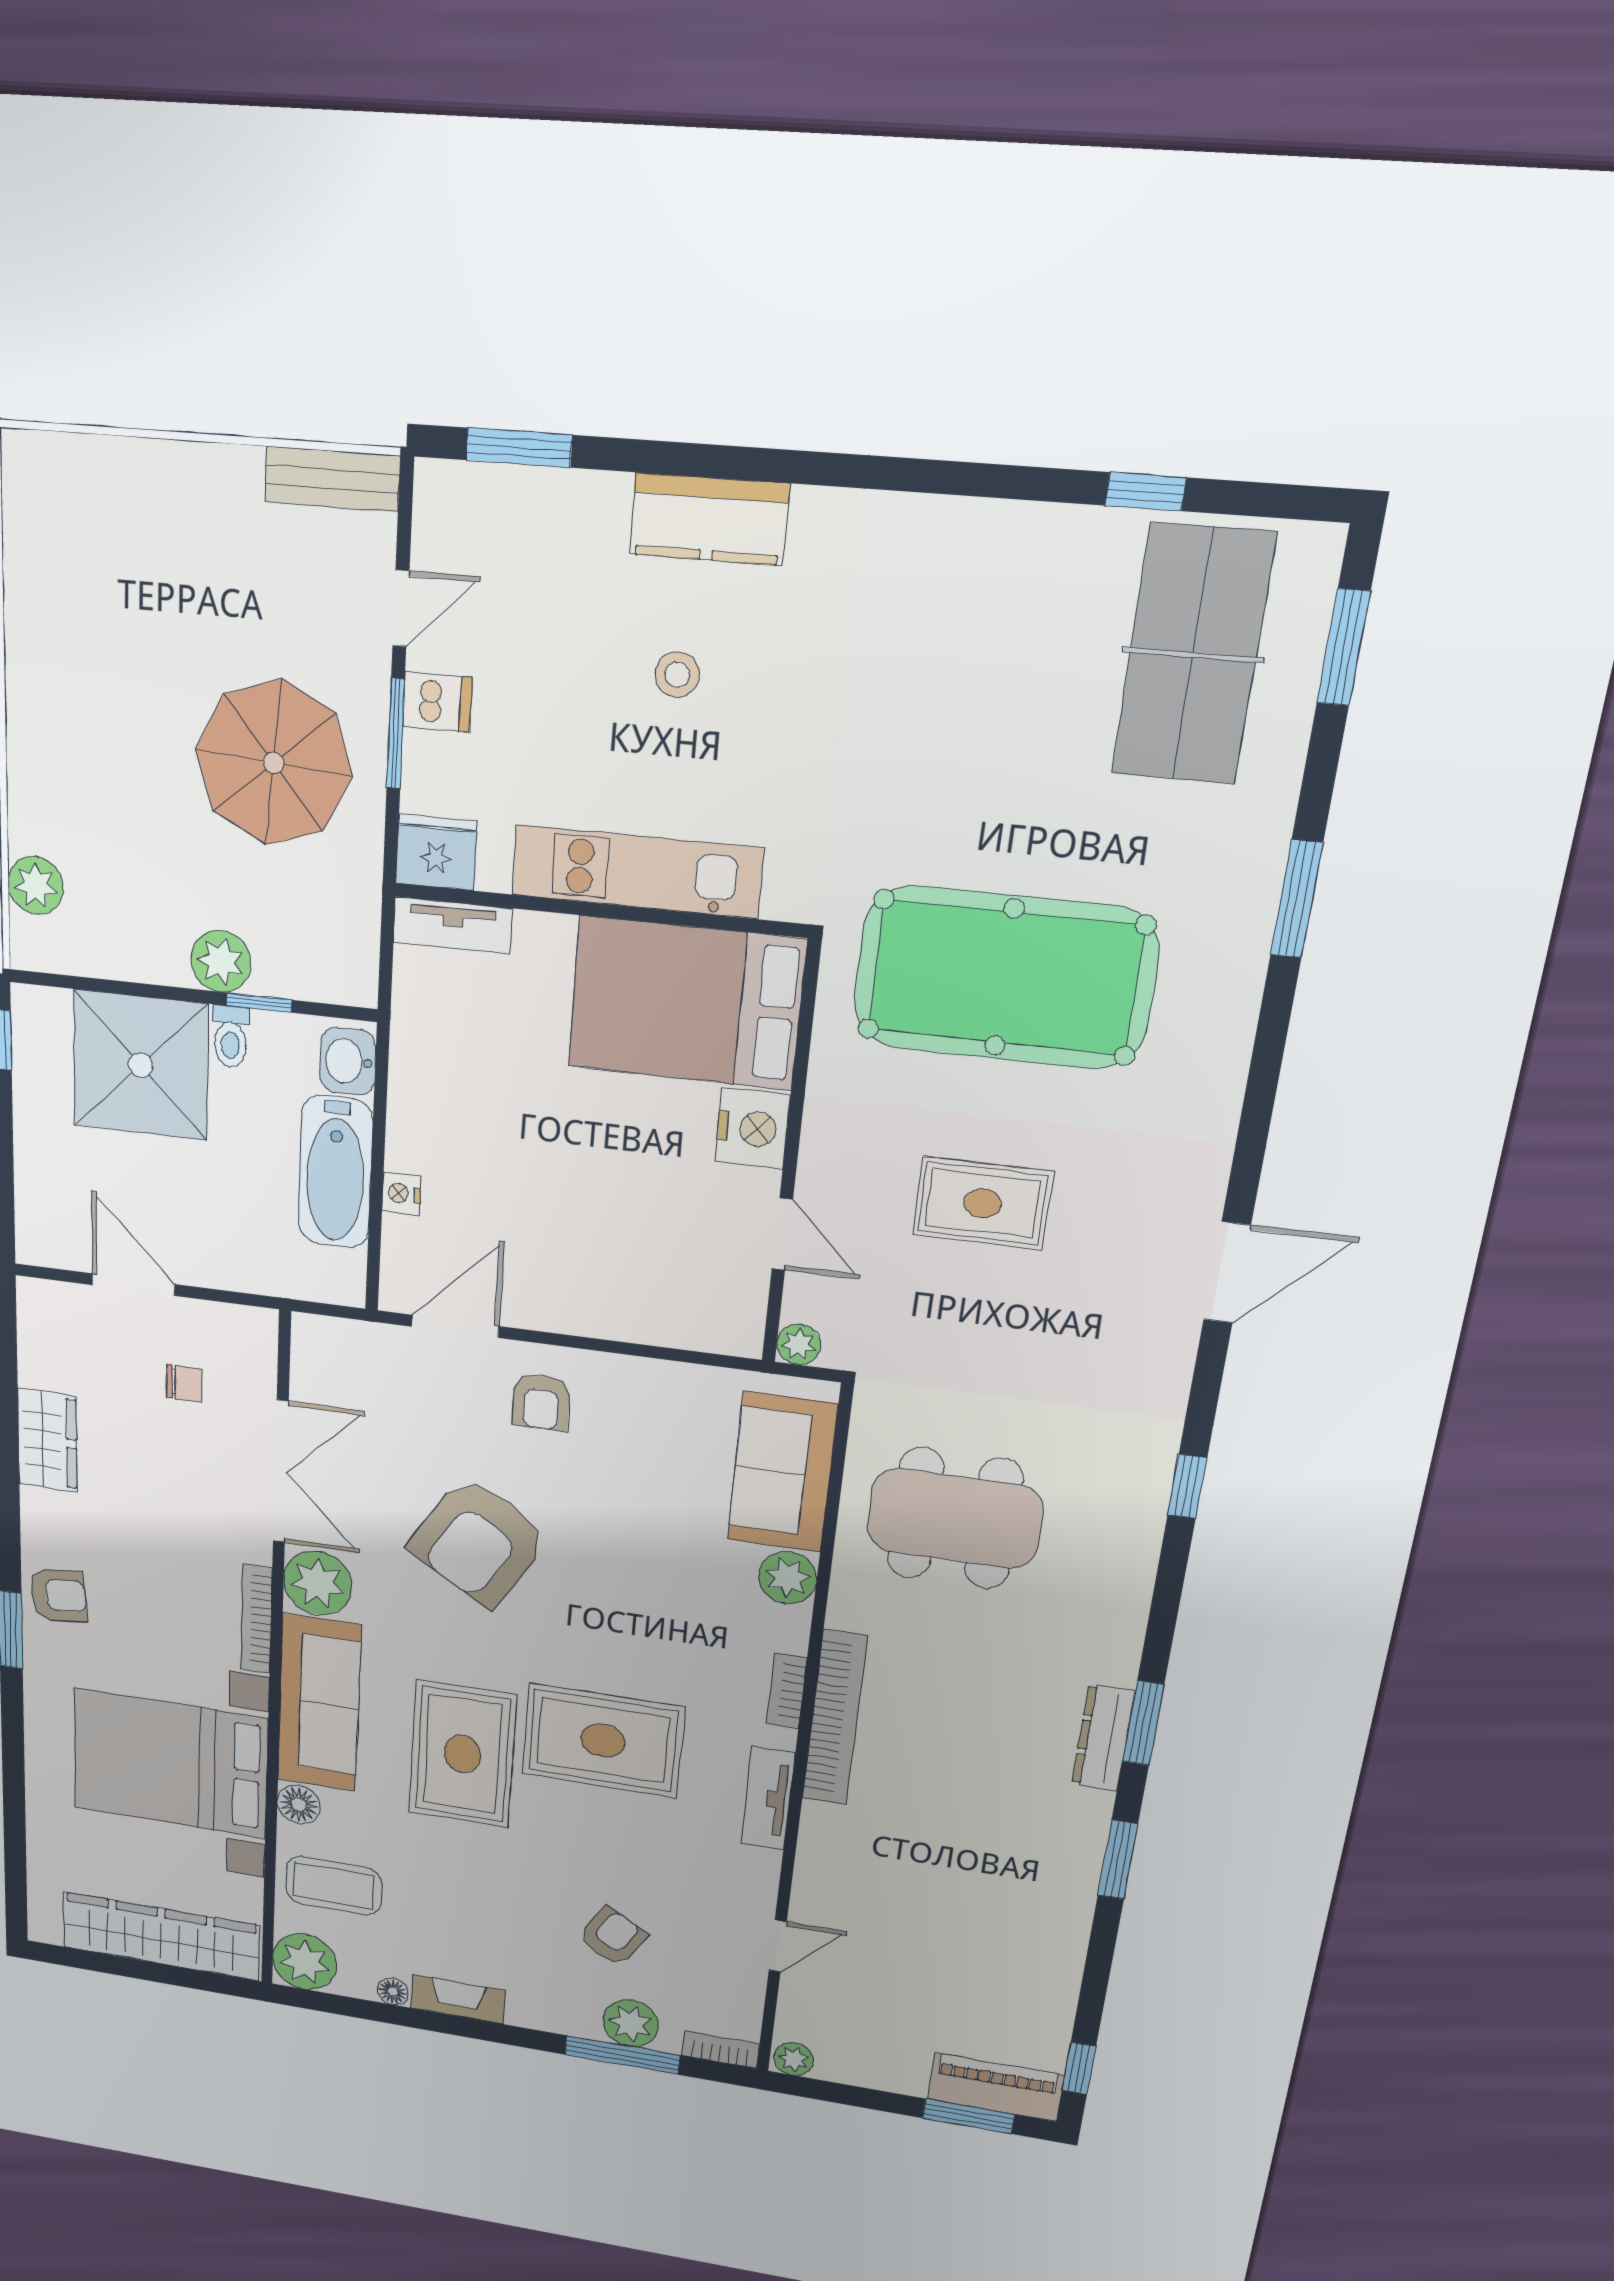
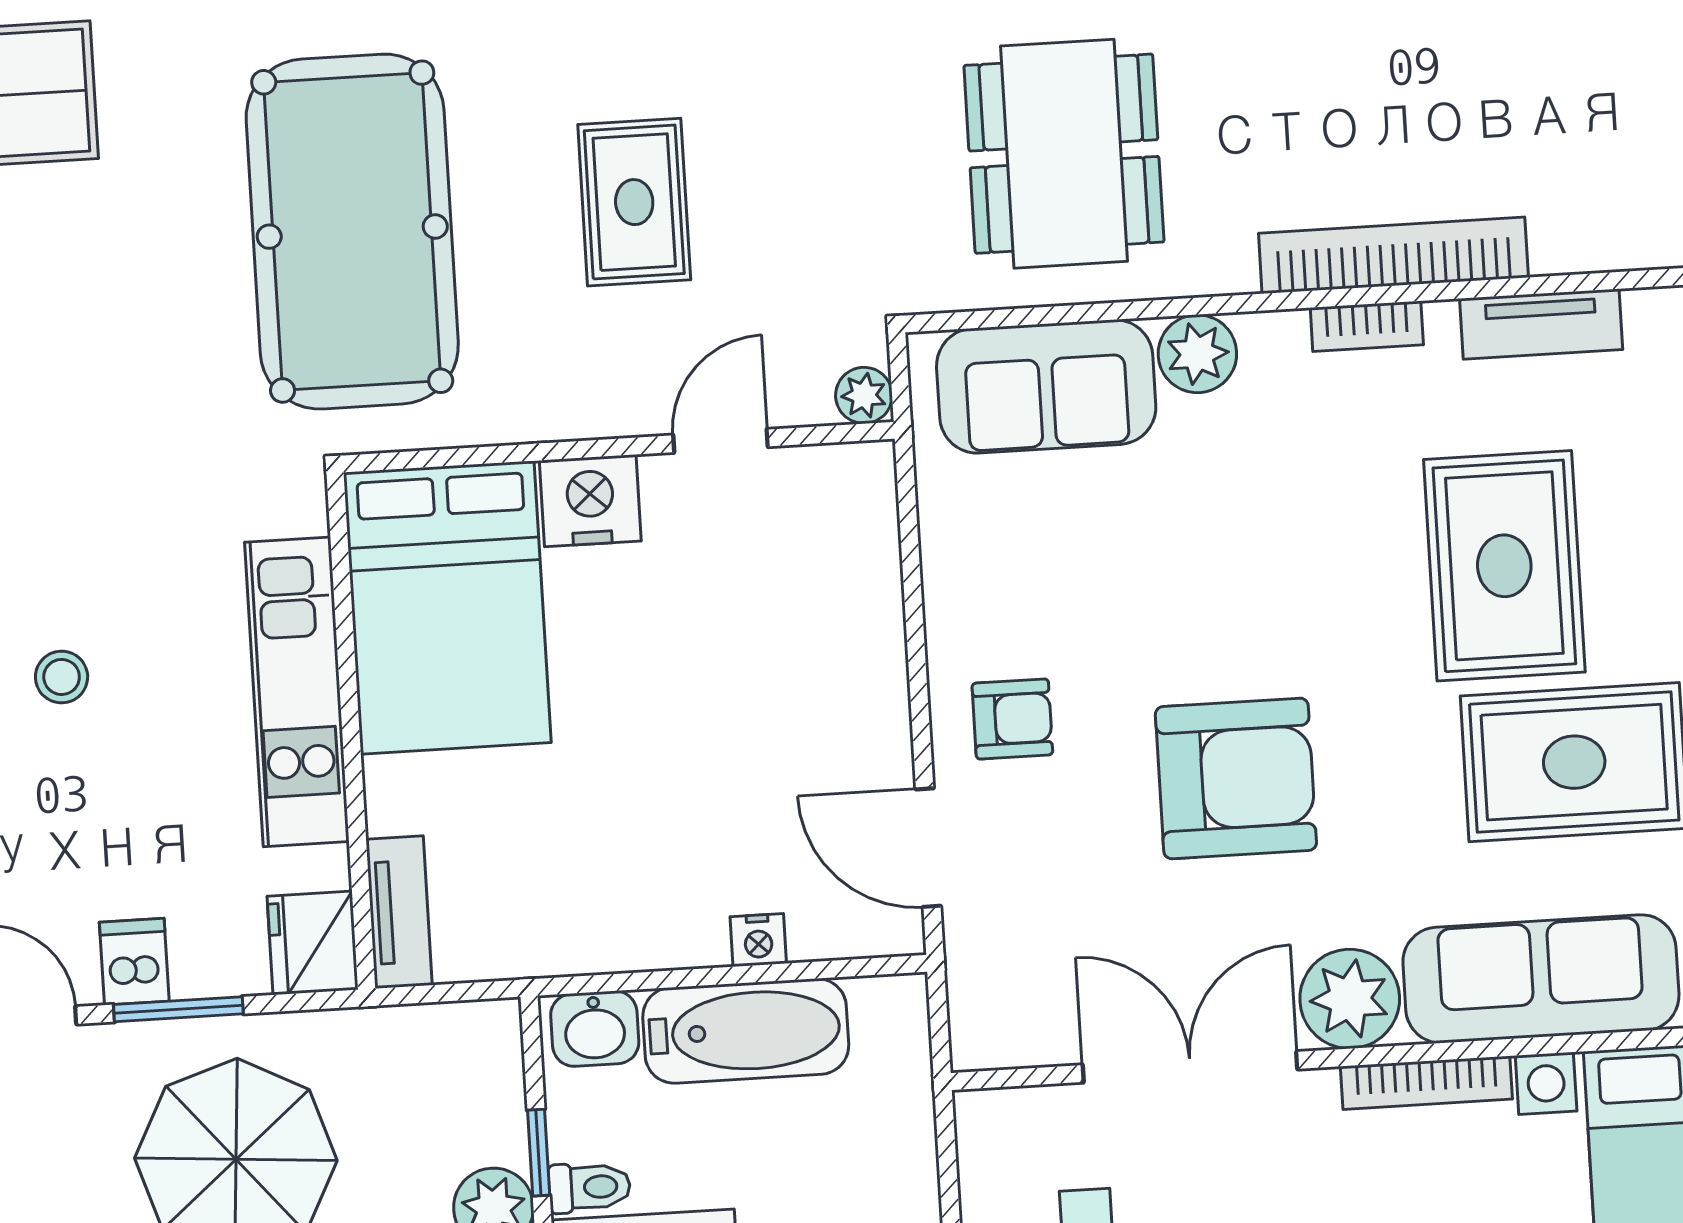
armchair: (479, 1542) -> (1236, 778), turned -32

